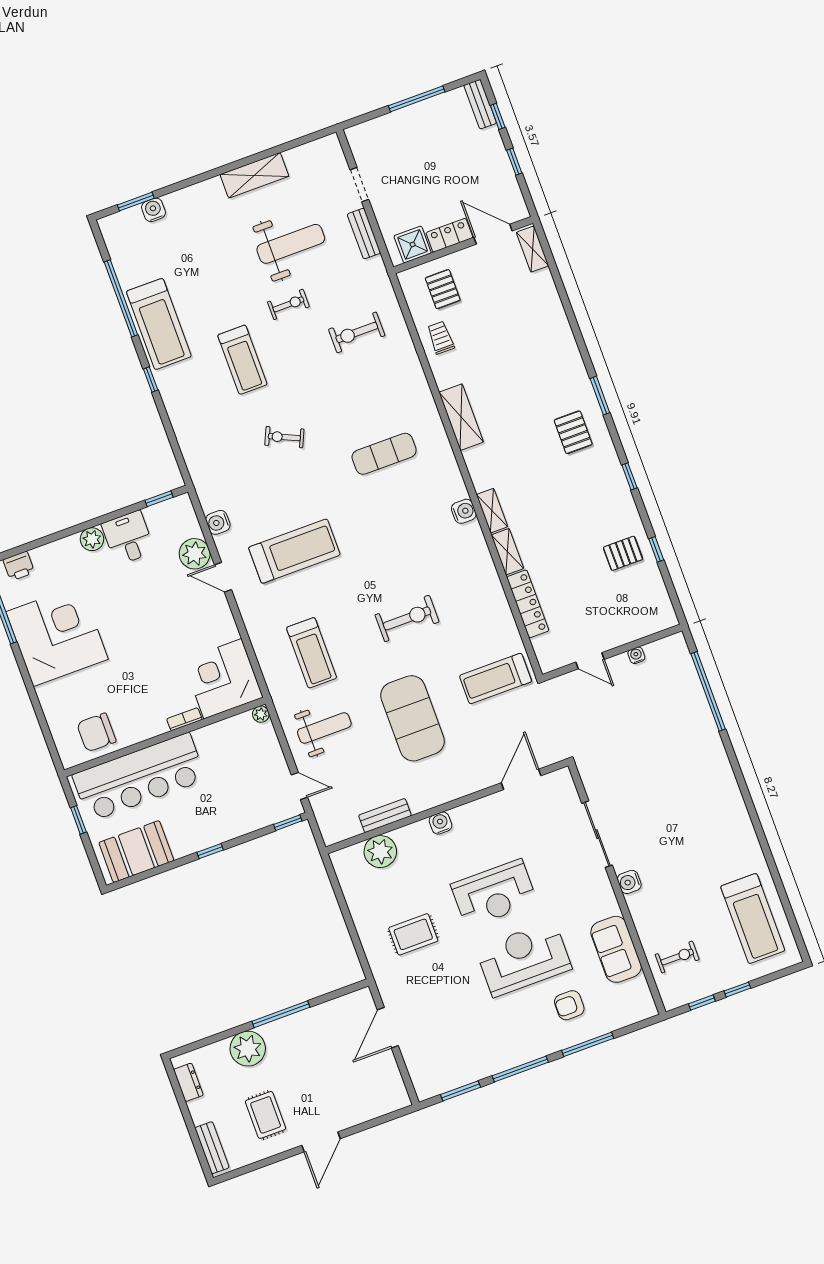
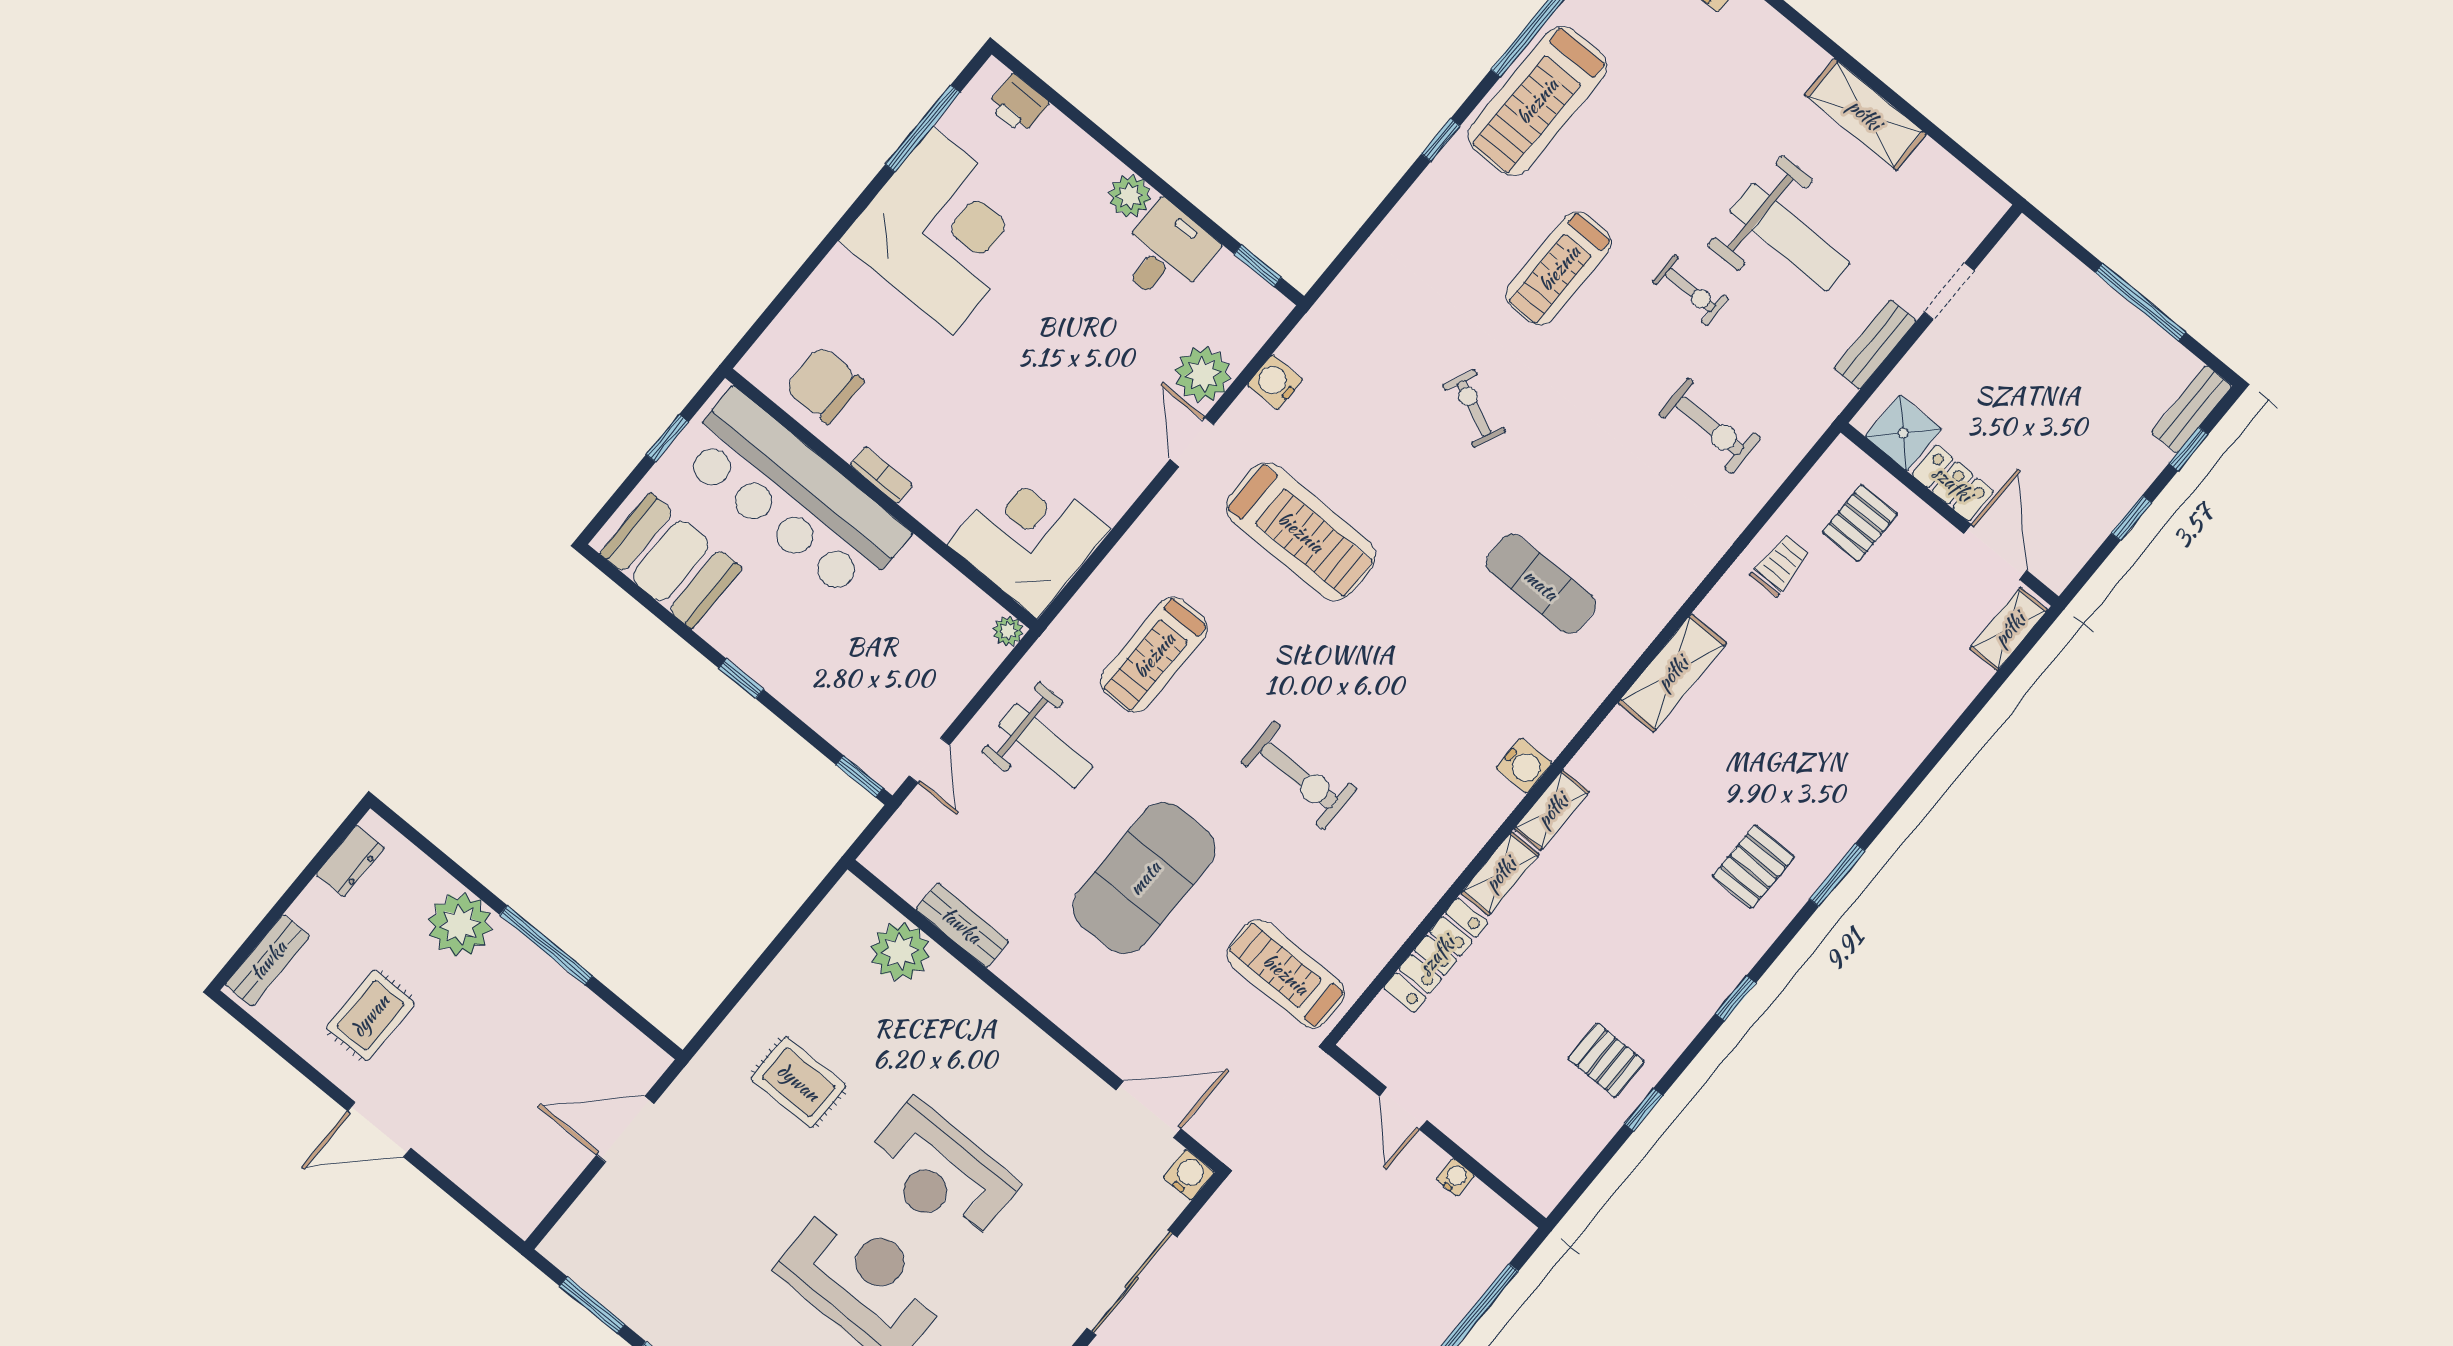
exercise bike: (357, 332) -> (1710, 426), turned 180
bookcase: (184, 719) -> (881, 475), moved
water cooler: (440, 823) -> (1189, 1175), moved

